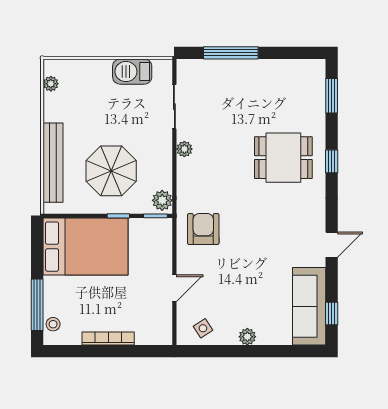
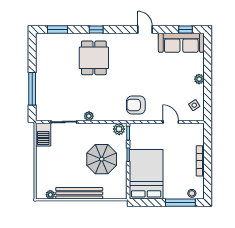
barbecue: (132, 72) -> (43, 135), moved
bench: (53, 163) -> (79, 193), moved

